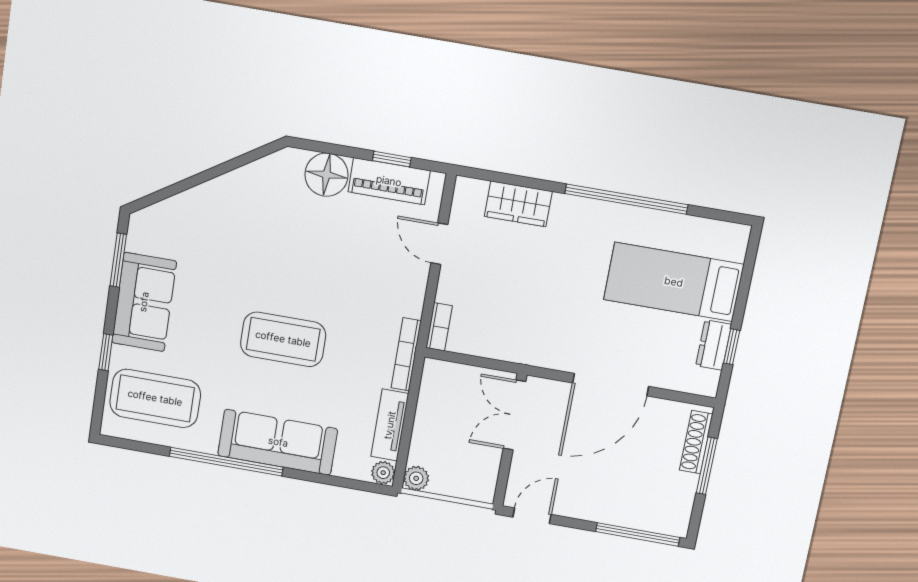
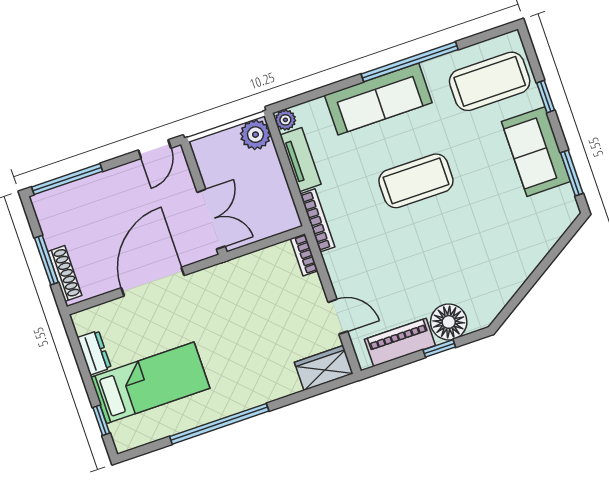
window: (392, 159) -> (439, 348), moved
wardrobe: (518, 204) -> (324, 368), moved
window: (732, 347) -> (101, 420), moved
plant: (416, 478) -> (255, 135), width x1.38, depth x1.38

